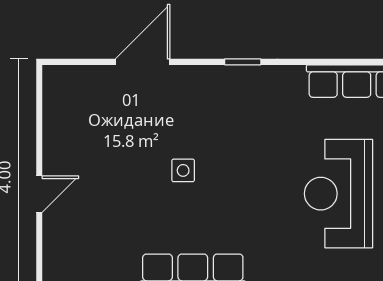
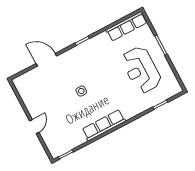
door: (143, 62) -> (46, 60), hinge flipped

